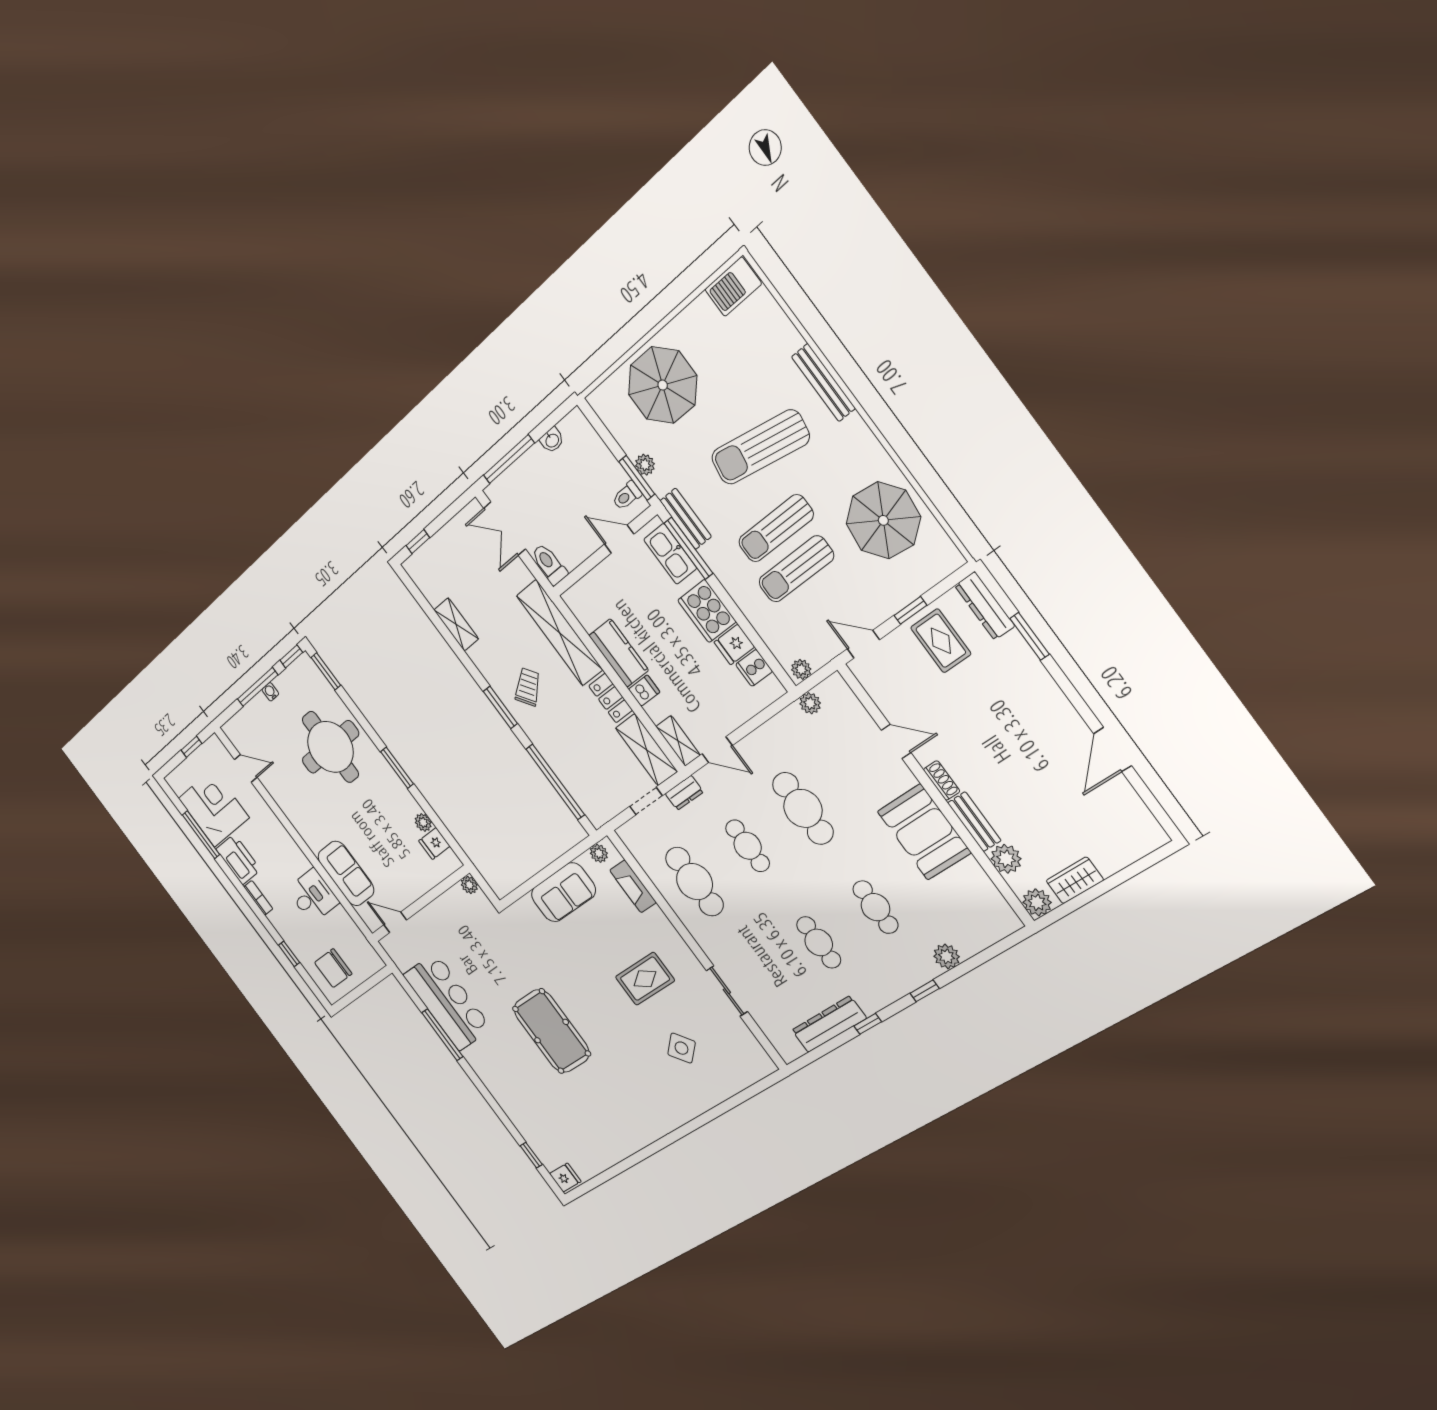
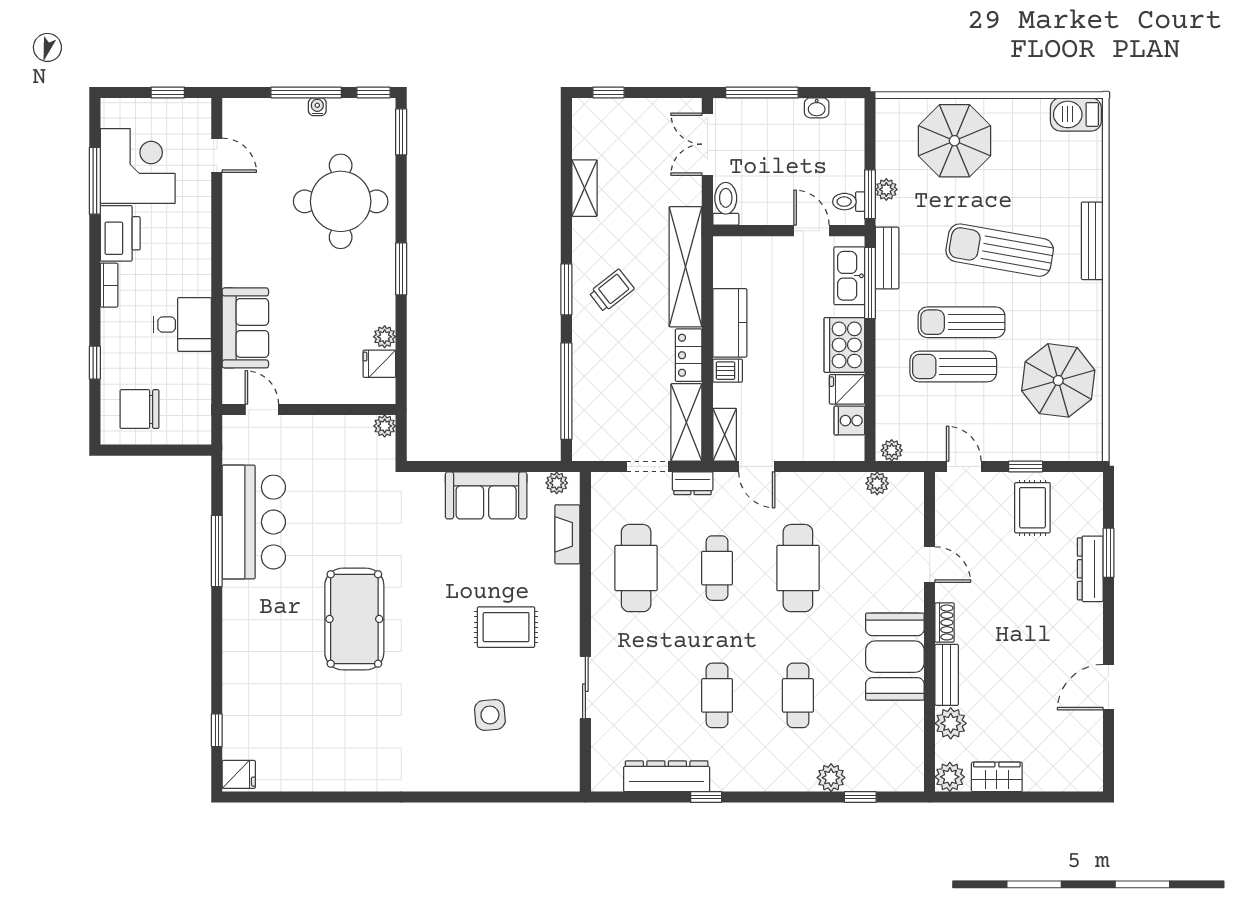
dresser: (985, 606) -> (1090, 569), moved
window: (925, 991) -> (860, 797), moved
side table: (681, 1048) -> (490, 715), turned 35

